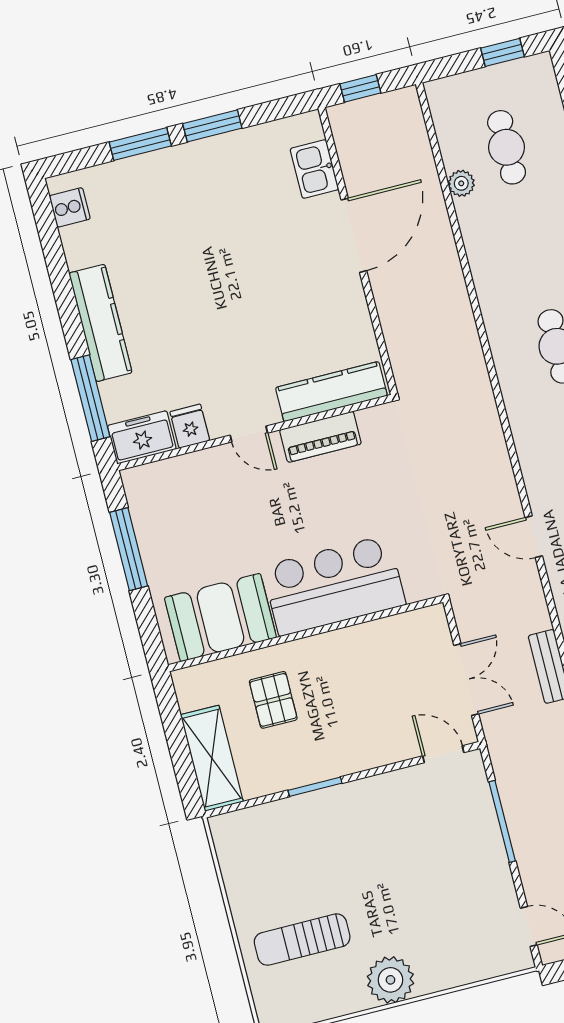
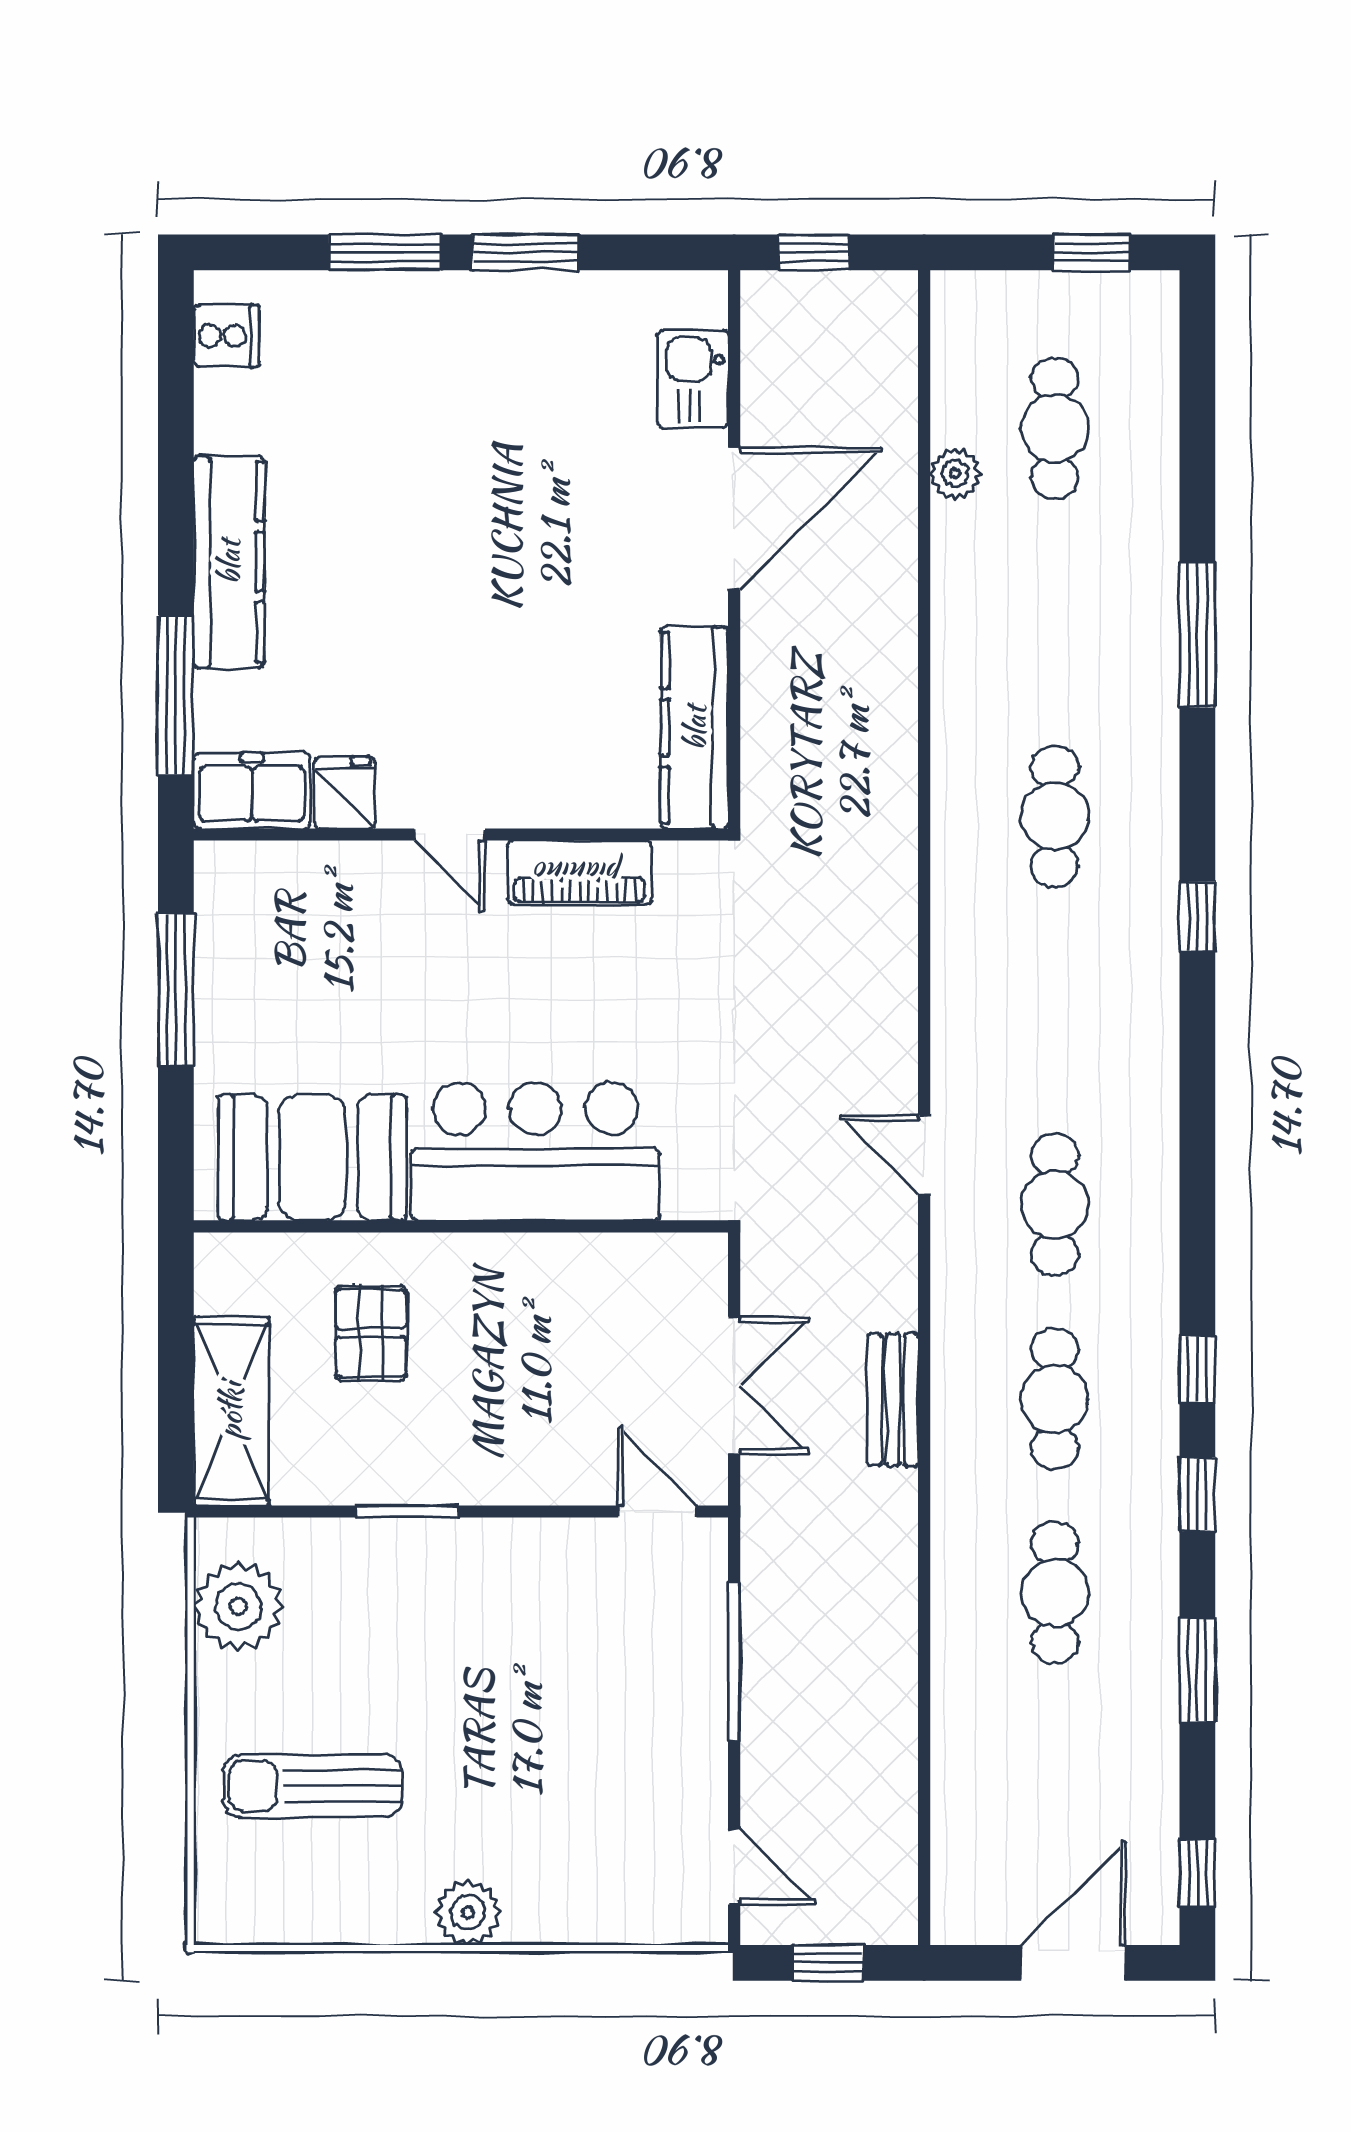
kitchen counter: (331, 392) -> (695, 728), moved, turned -90
plant: (241, 857) -> (238, 1606), added
plant: (390, 980) -> (468, 1912), width x0.73, depth x0.73

